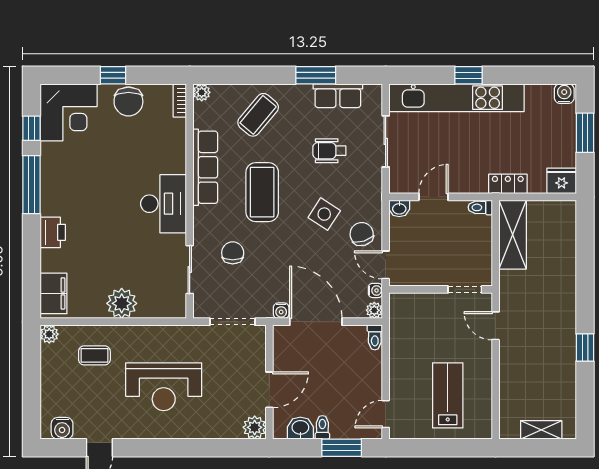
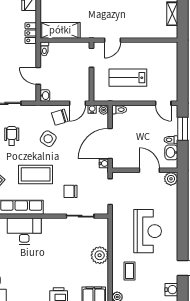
wheelchair: (329, 151) -> (12, 136), turned 180
desk: (164, 204) -> (24, 231), moved
lab bench: (448, 395) -> (128, 78), moved

